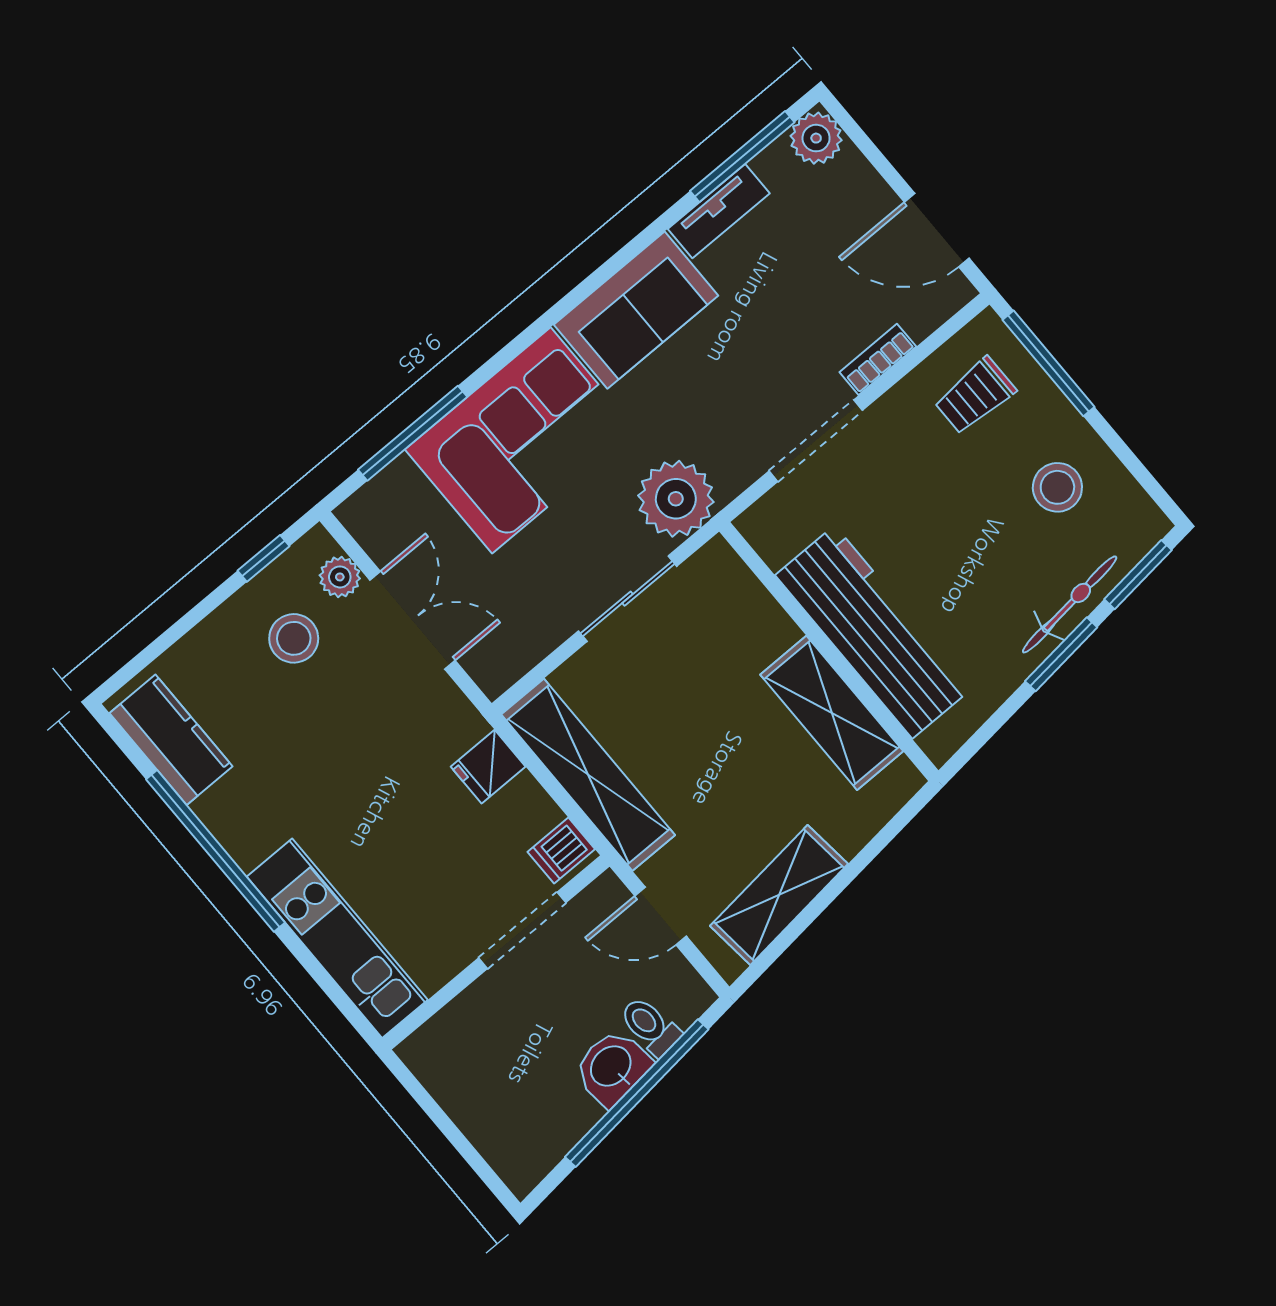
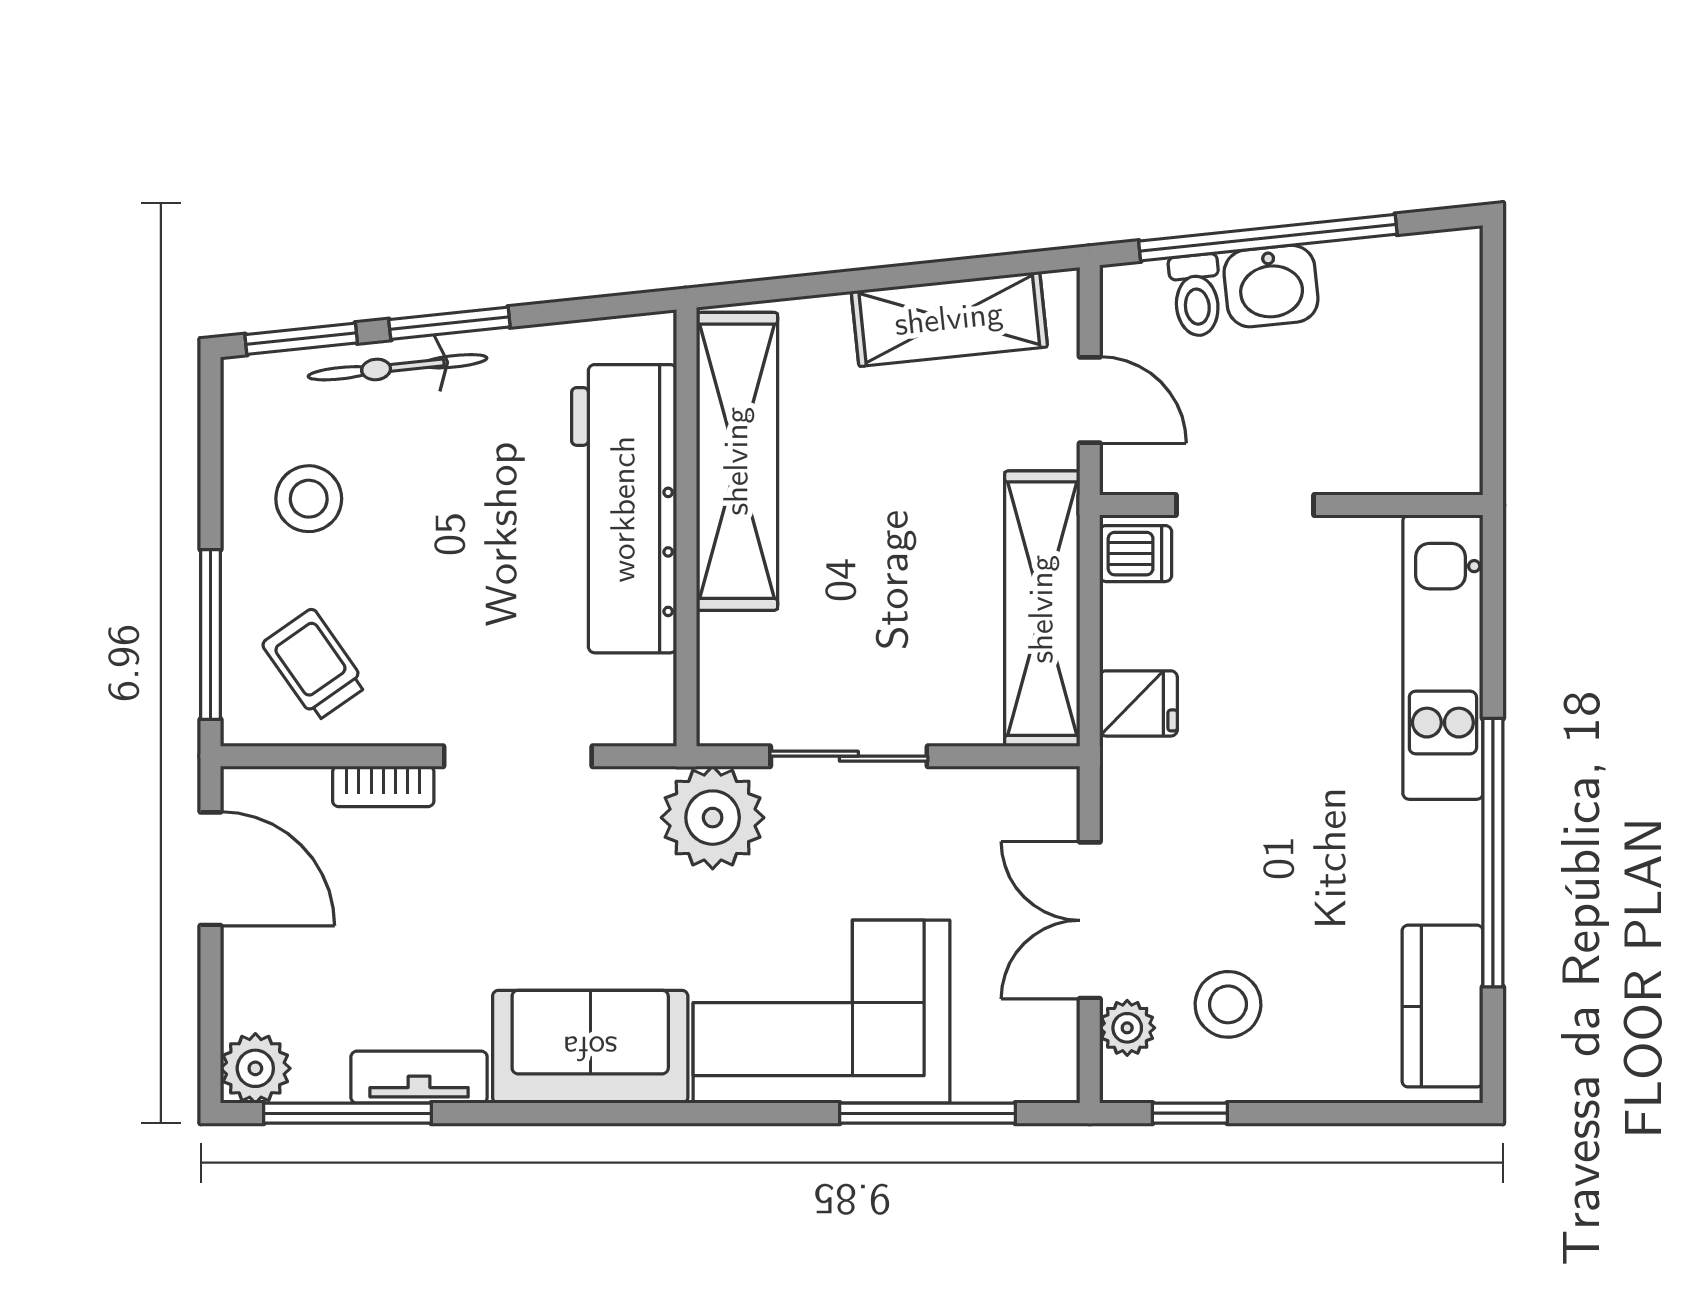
trolley: (975, 396) -> (314, 665), turned -125
shelving: (832, 713) -> (737, 461), width x1.47

